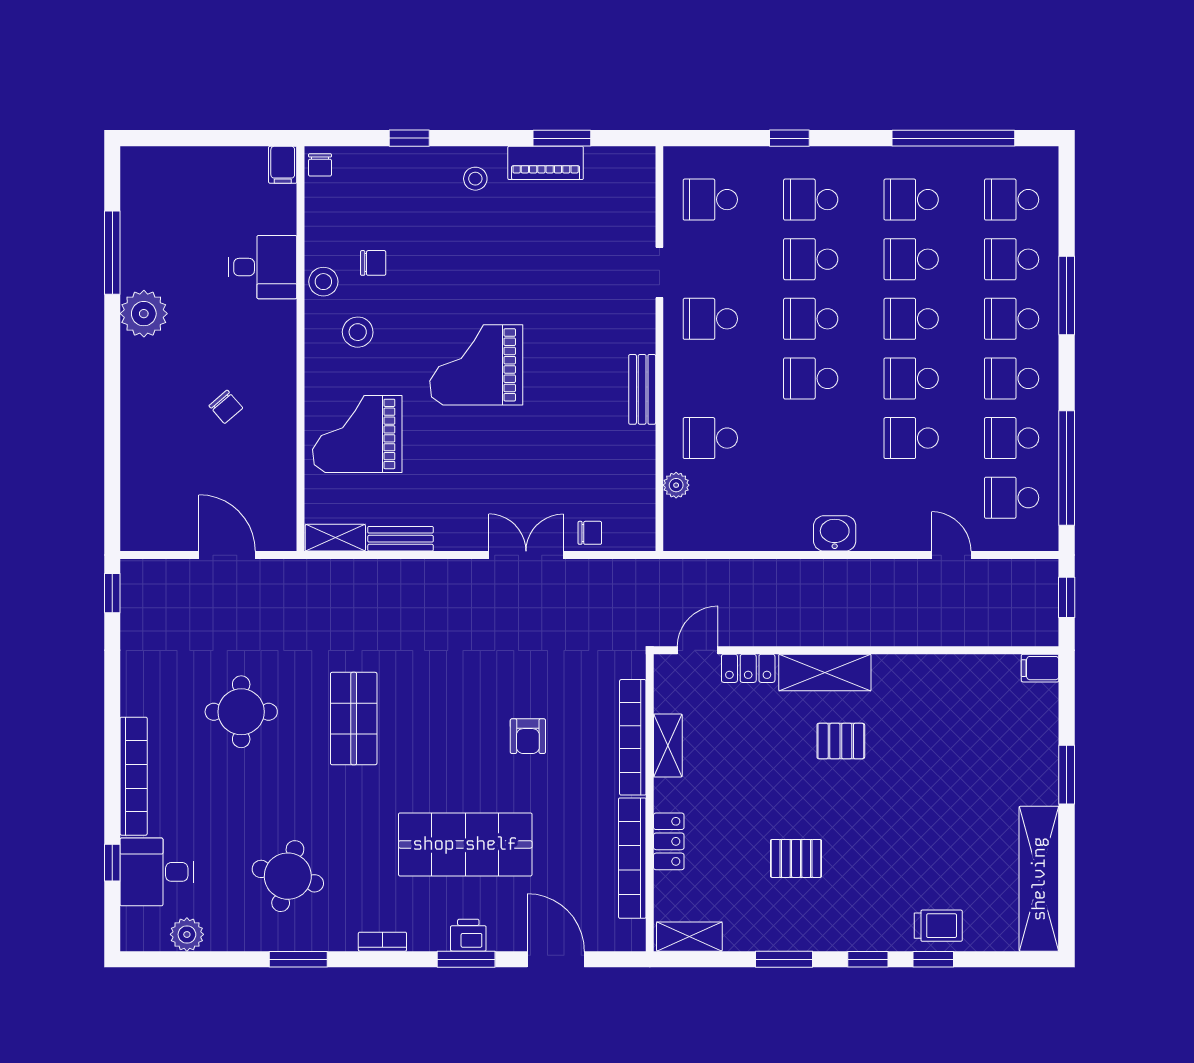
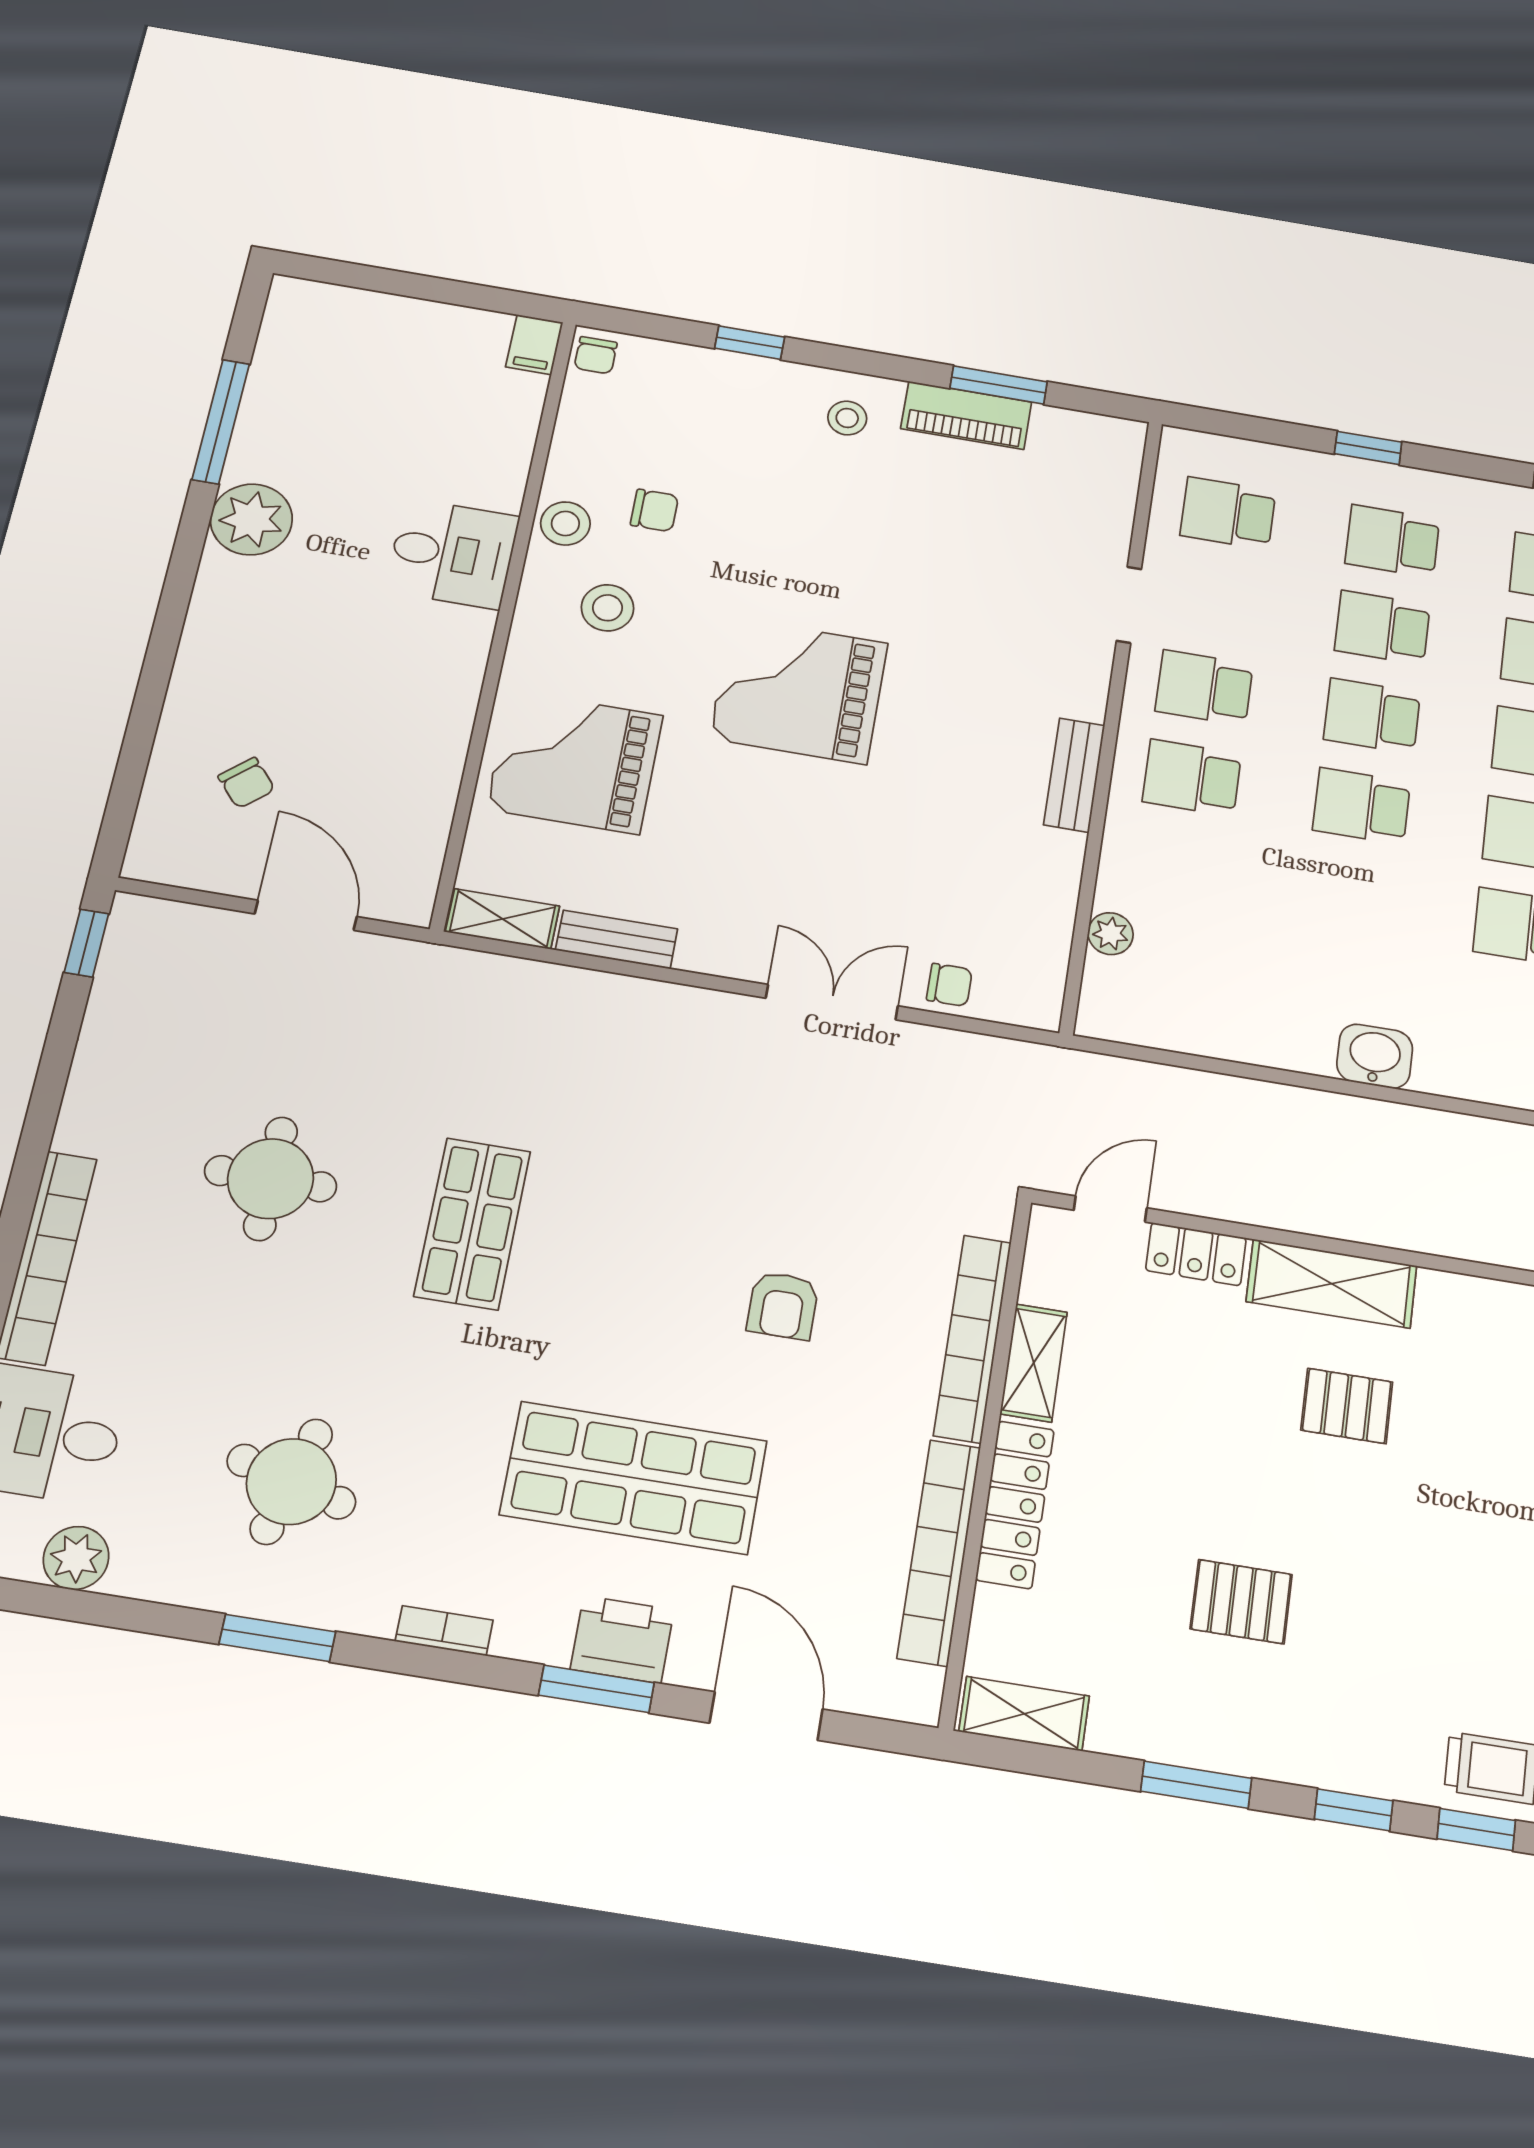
desk: (263, 267) -> (452, 554), moved
chair: (226, 407) -> (246, 783), moved
school desk: (710, 438) -> (1192, 778), moved
locker: (669, 841) -> (1015, 1504), width x1.53
printer: (468, 935) -> (622, 1639), width x1.36, depth x1.24

